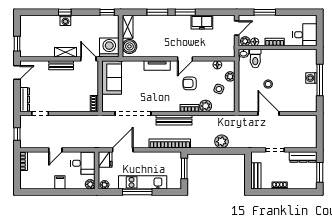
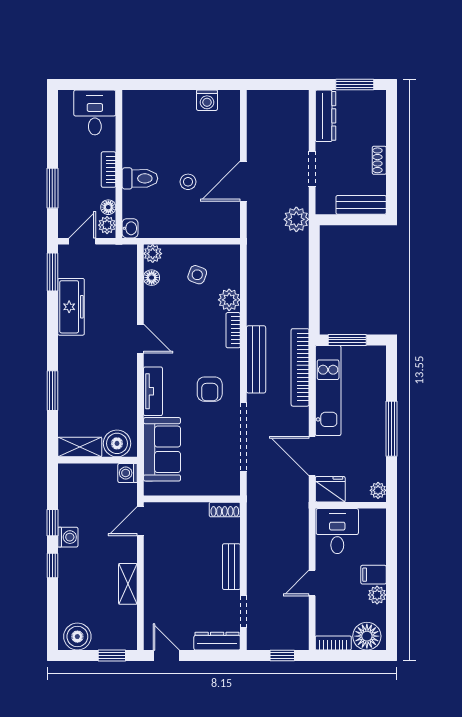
window: (107, 12) -> (52, 523), moved
window: (185, 12) -> (52, 272), moved
washing machine: (65, 20) -> (68, 537), moved
freezer: (202, 22) -> (71, 307), width x1.40
boiler: (27, 25) -> (77, 637), added
door: (237, 28) -> (82, 241), hinge flipped
washing machine: (109, 48) -> (128, 473), width x0.53, depth x0.53
shelving: (66, 52) -> (128, 584), moved
toilet: (255, 59) -> (140, 178), moved
bench: (61, 65) -> (231, 567), moved
plant: (230, 76) -> (153, 254), moved
sofa: (112, 77) -> (162, 449), moved, turned 90
washing machine: (311, 78) -> (207, 100), moved
window: (320, 80) -> (180, 85), removed
armchair: (190, 83) -> (210, 389), moved
plant: (222, 142) -> (296, 219), moved
door: (55, 150) -> (312, 583), swing flipped
floor lamp: (27, 179) -> (367, 636), added
kitchen unit: (143, 182) -> (328, 391), moved, turned 180
plant: (90, 184) -> (377, 595), moved

